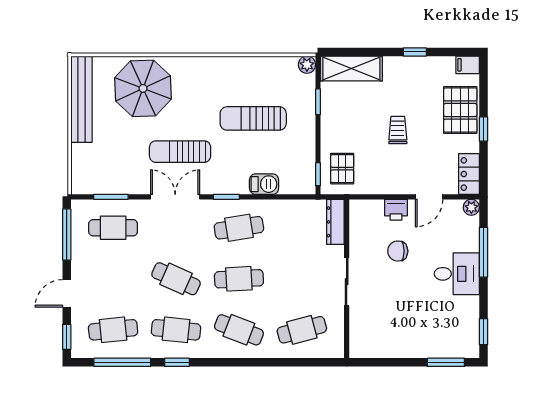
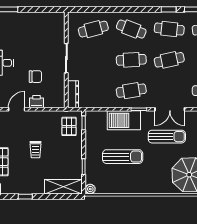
barbecue: (264, 184) -> (124, 120), width x1.88, depth x1.53
cafe table: (176, 279) -> (169, 60), turned -36

